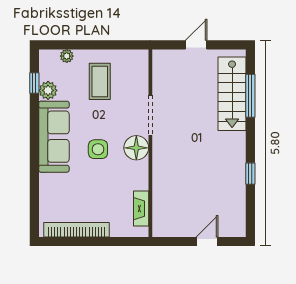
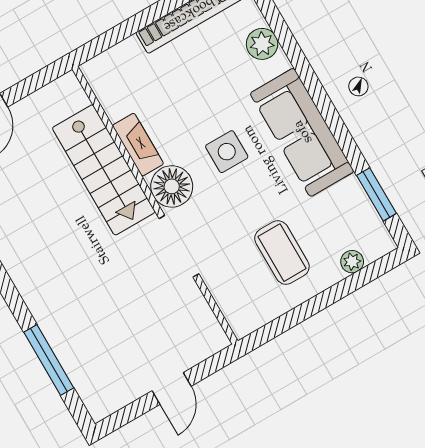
window: (34, 83) -> (376, 194), width x1.50
plant: (48, 90) -> (262, 44), moved
stairs: (232, 94) -> (104, 170), moved, turned 180
fireplace: (141, 209) -> (138, 145), moved

